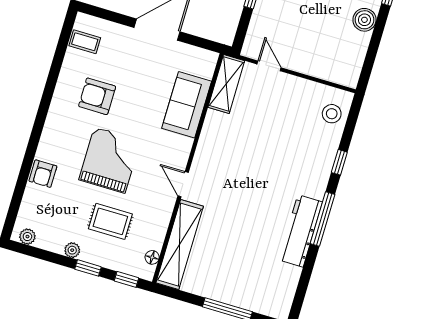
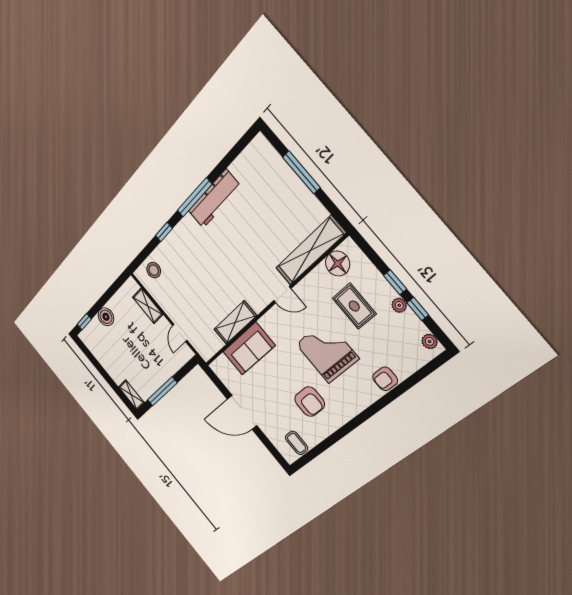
shelving: (320, 69) -> (148, 306), added
shelving: (226, 84) -> (235, 322), moved
grand piano: (110, 160) -> (327, 351), turned 90
armchair: (43, 174) -> (385, 379), turned 180
door: (183, 184) -> (282, 295), hinge flipped
floor lamp: (152, 257) -> (338, 264), width x1.89, depth x1.89
window: (127, 279) -> (418, 309), moved

